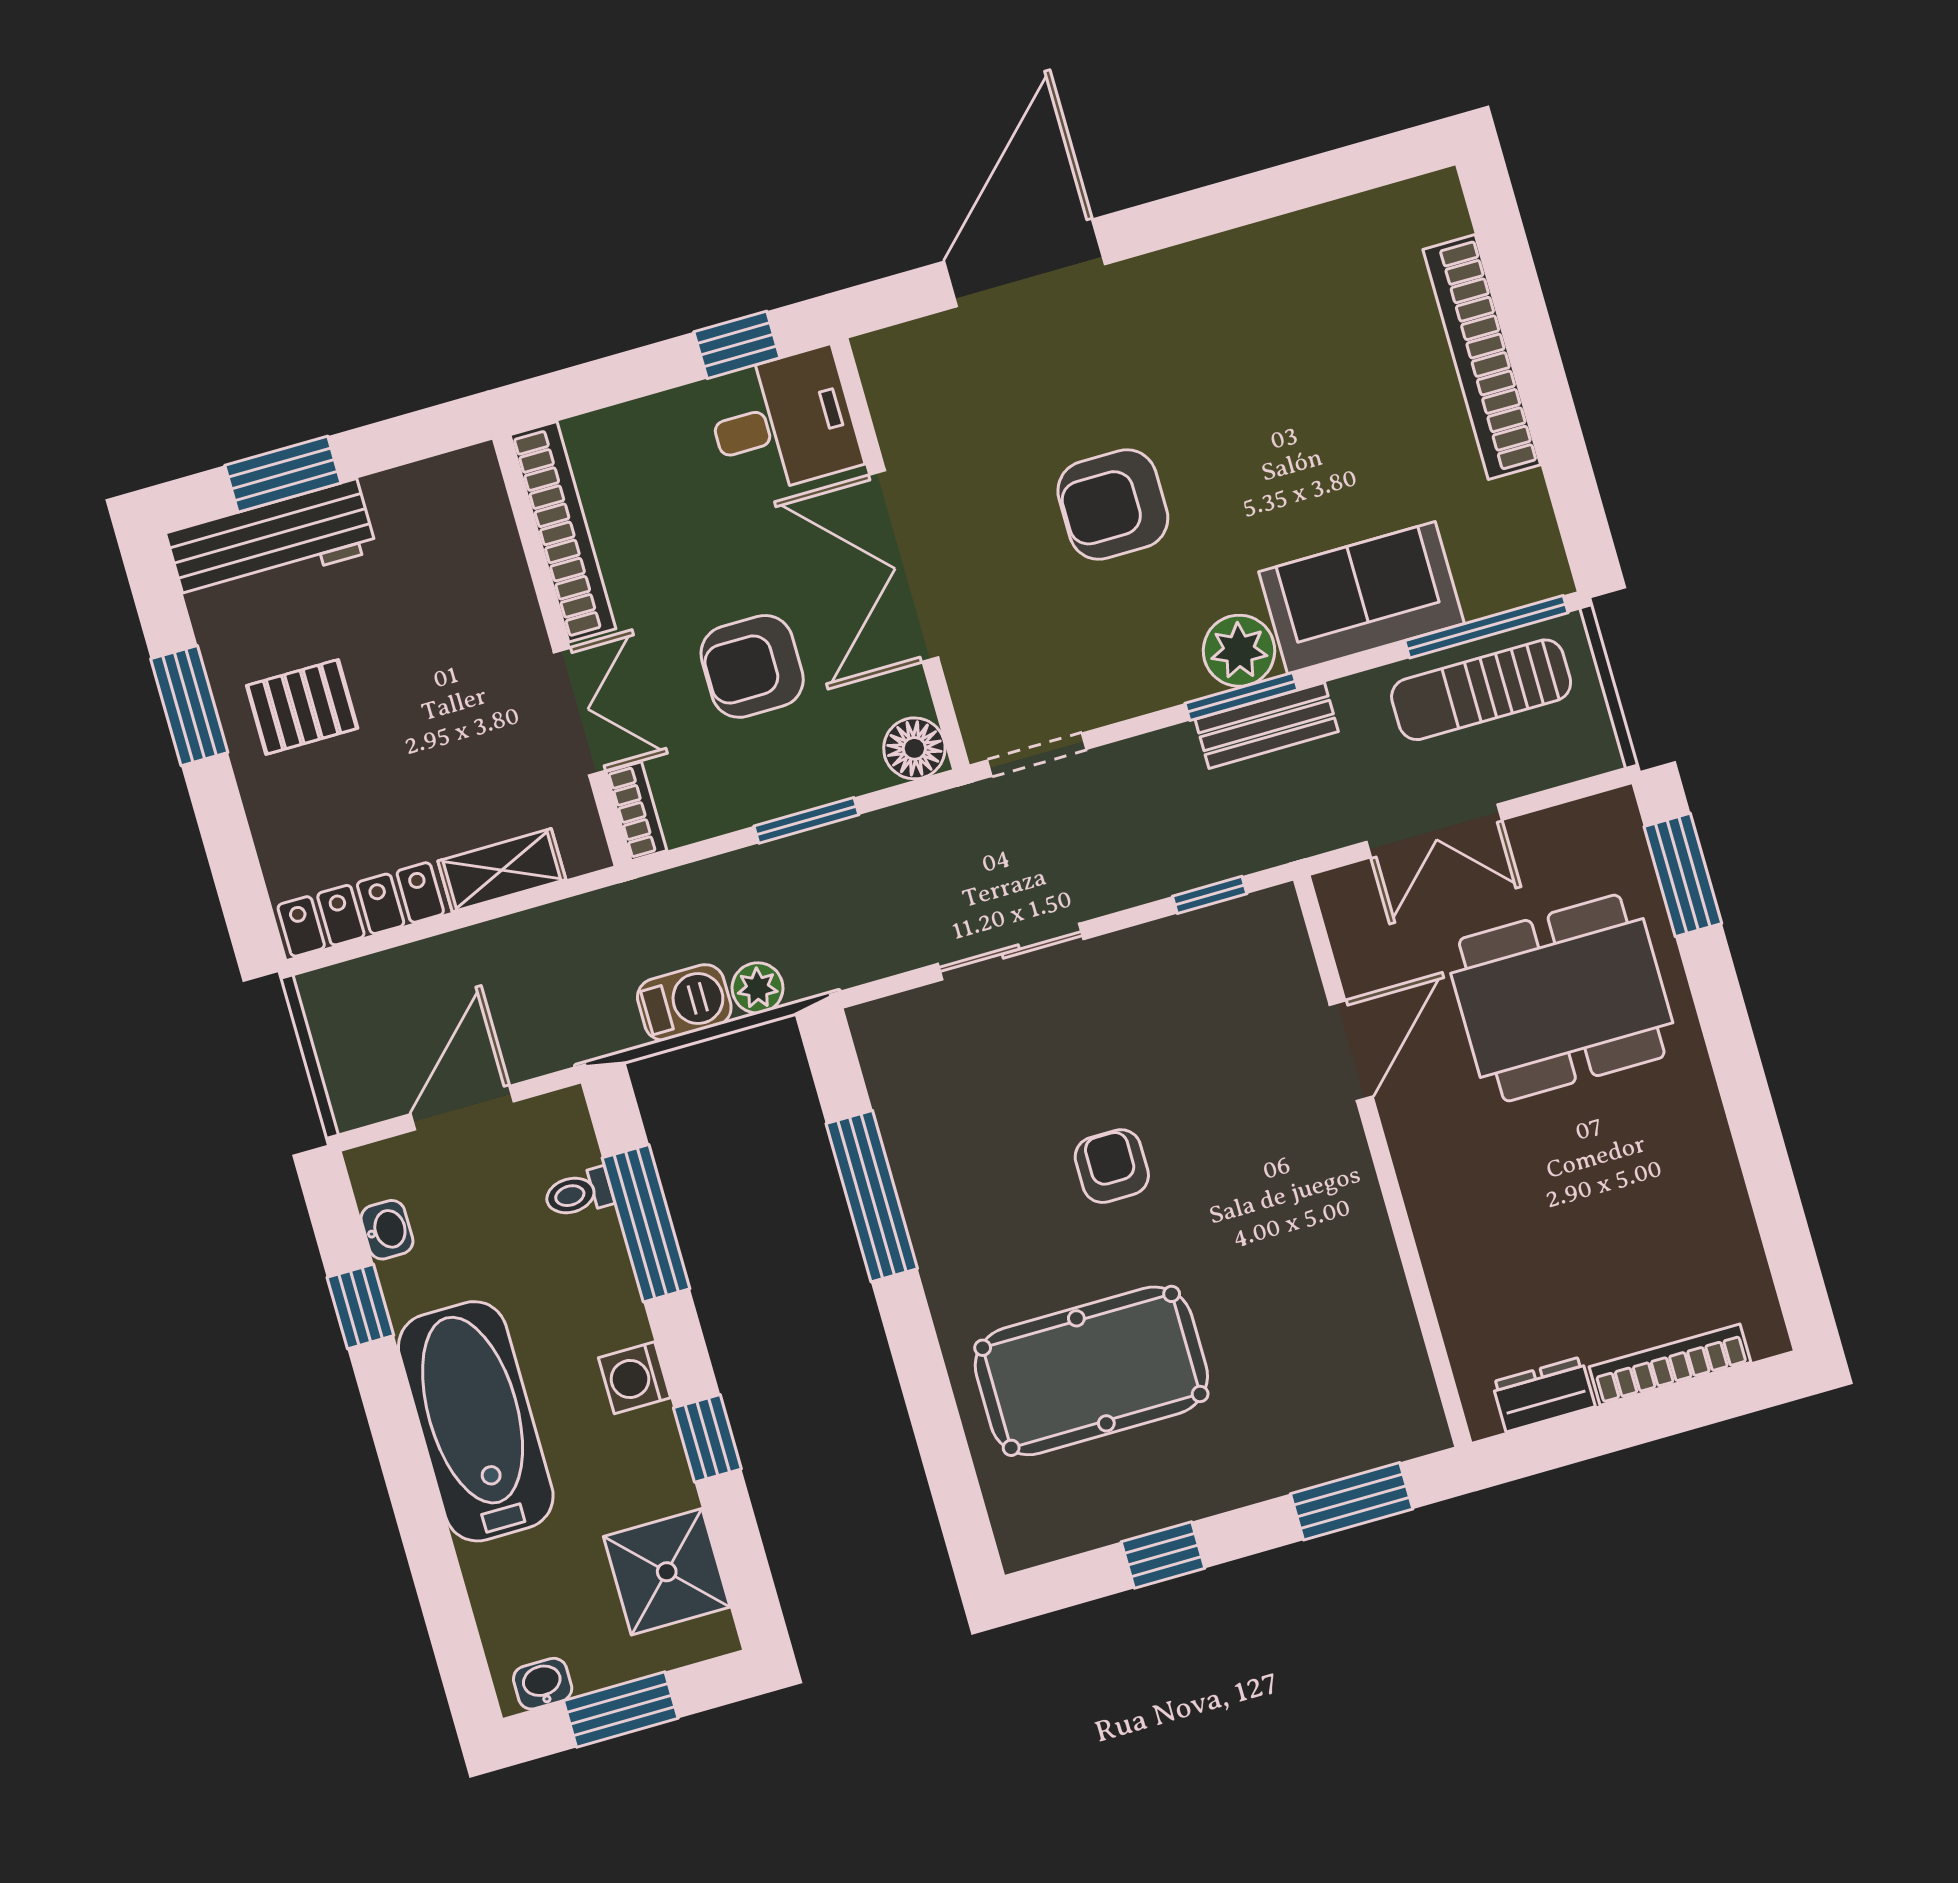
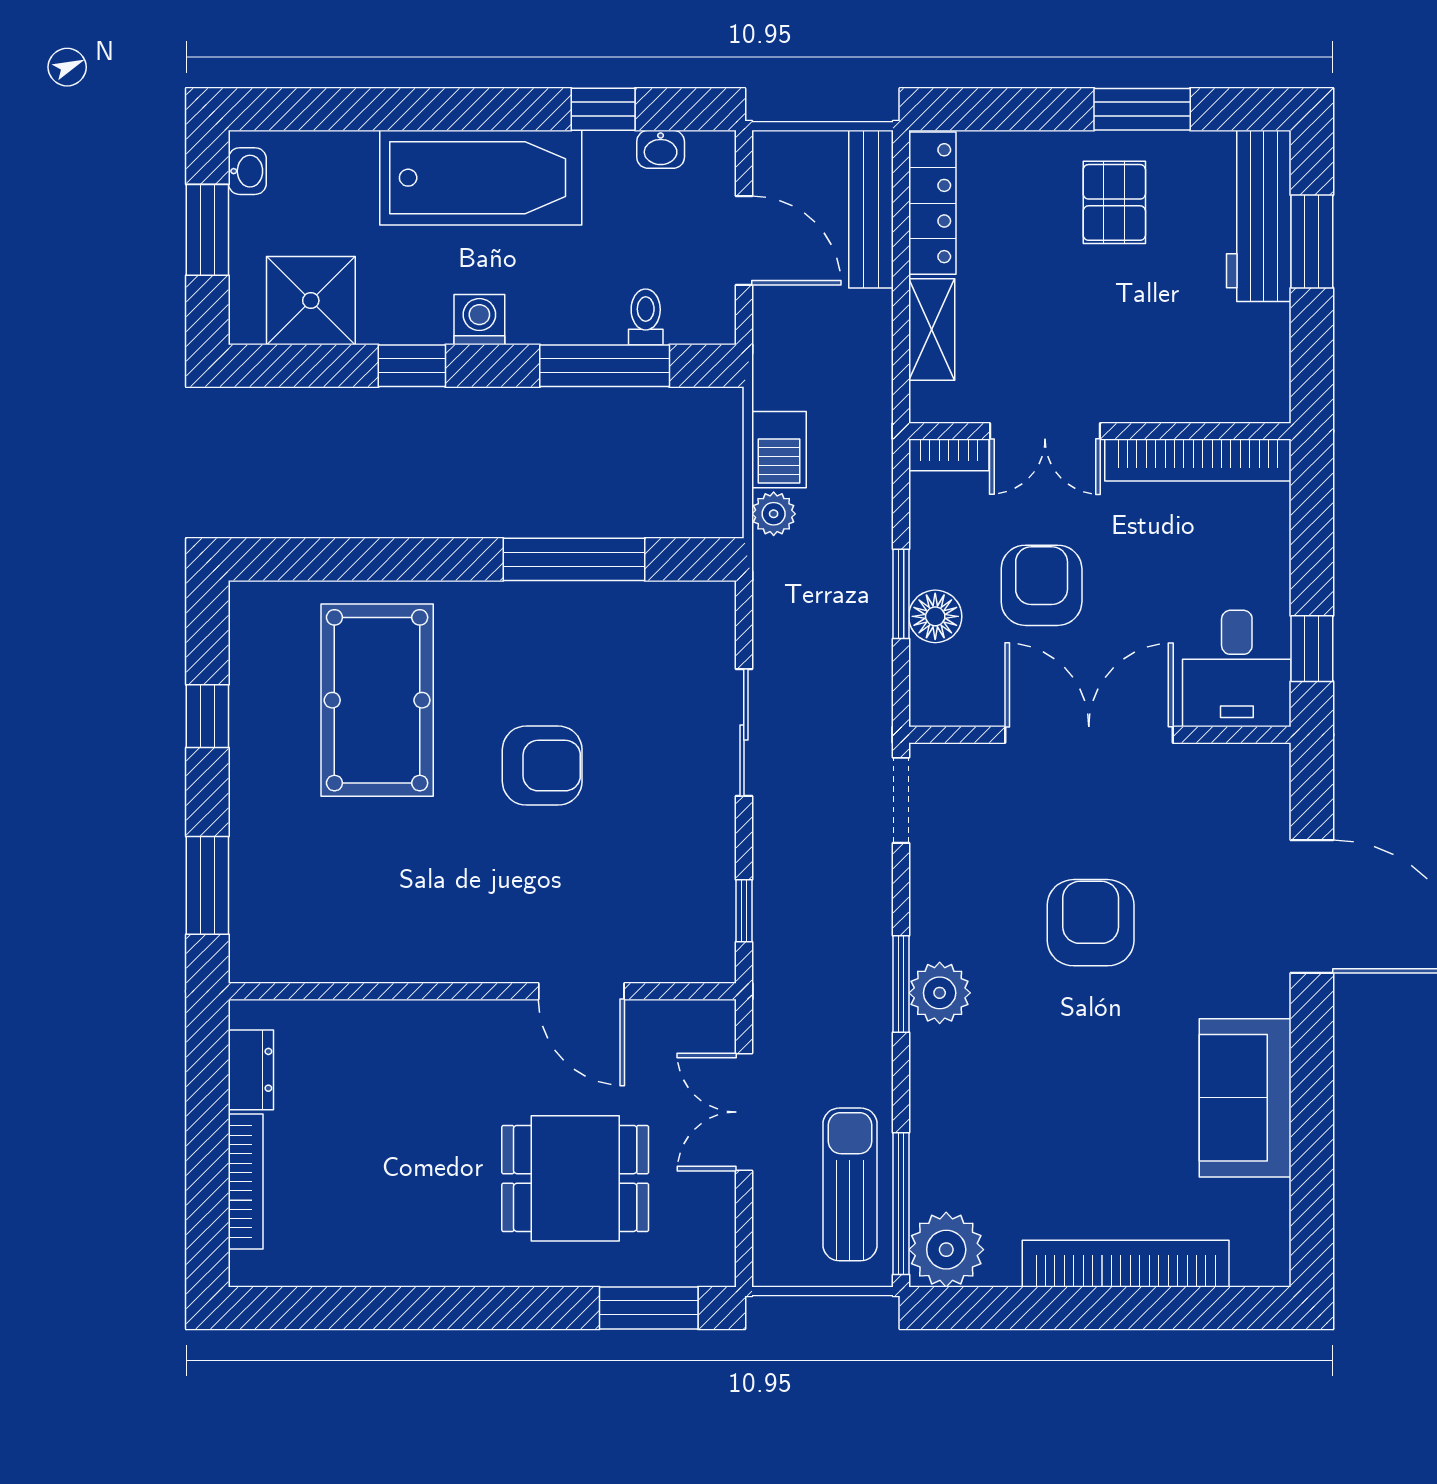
plant: (1523, 562) -> (946, 1250), added
sofa: (1361, 598) -> (1245, 1098), moved, turned 180
bench: (1267, 725) -> (871, 209), moved, width x1.36
floor lamp: (914, 748) -> (935, 616), moved
dining table: (1562, 998) -> (575, 1178), width x0.73
armchair: (1112, 1166) -> (542, 766), width x1.38, depth x1.38

